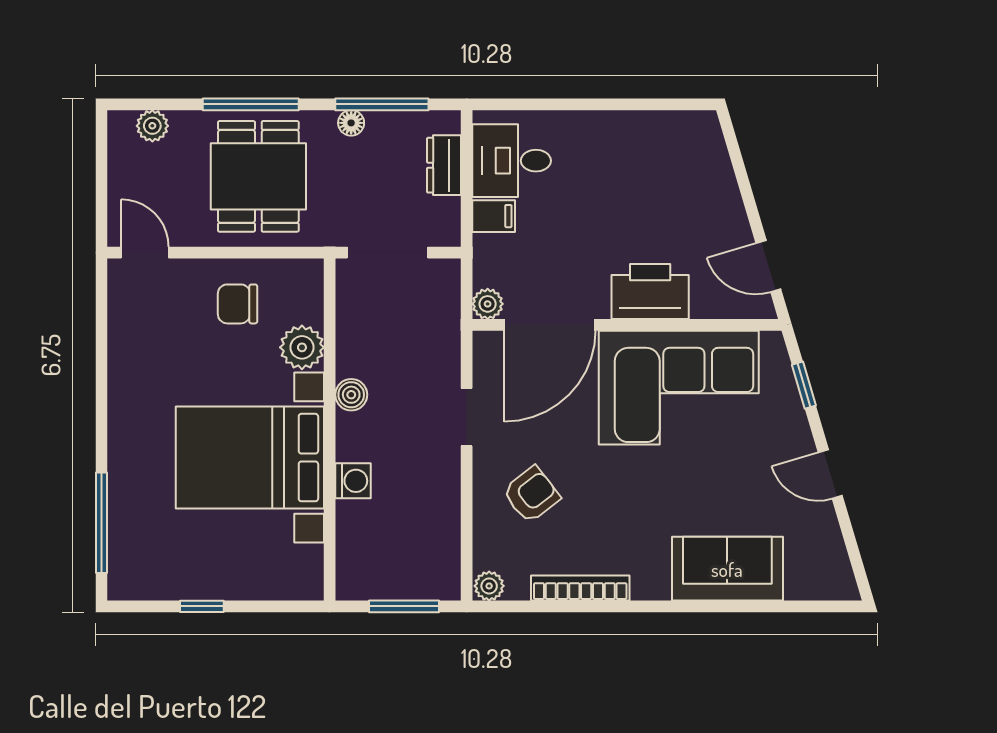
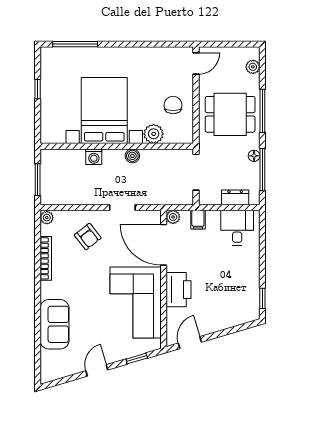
window: (669, 104) -> (262, 298), added
filing cabinet: (494, 216) -> (198, 220), moved

